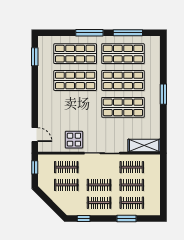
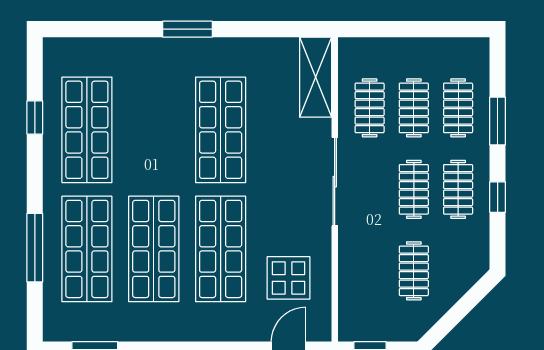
window: (89, 33) -> (35, 248), moved
window: (128, 33) -> (35, 118), width x0.46
shop shelf: (123, 80) -> (221, 249), moved
display table: (74, 140) -> (289, 278), moved
clothes rail: (66, 167) -> (370, 271), removed
window: (84, 219) -> (498, 197), moved

